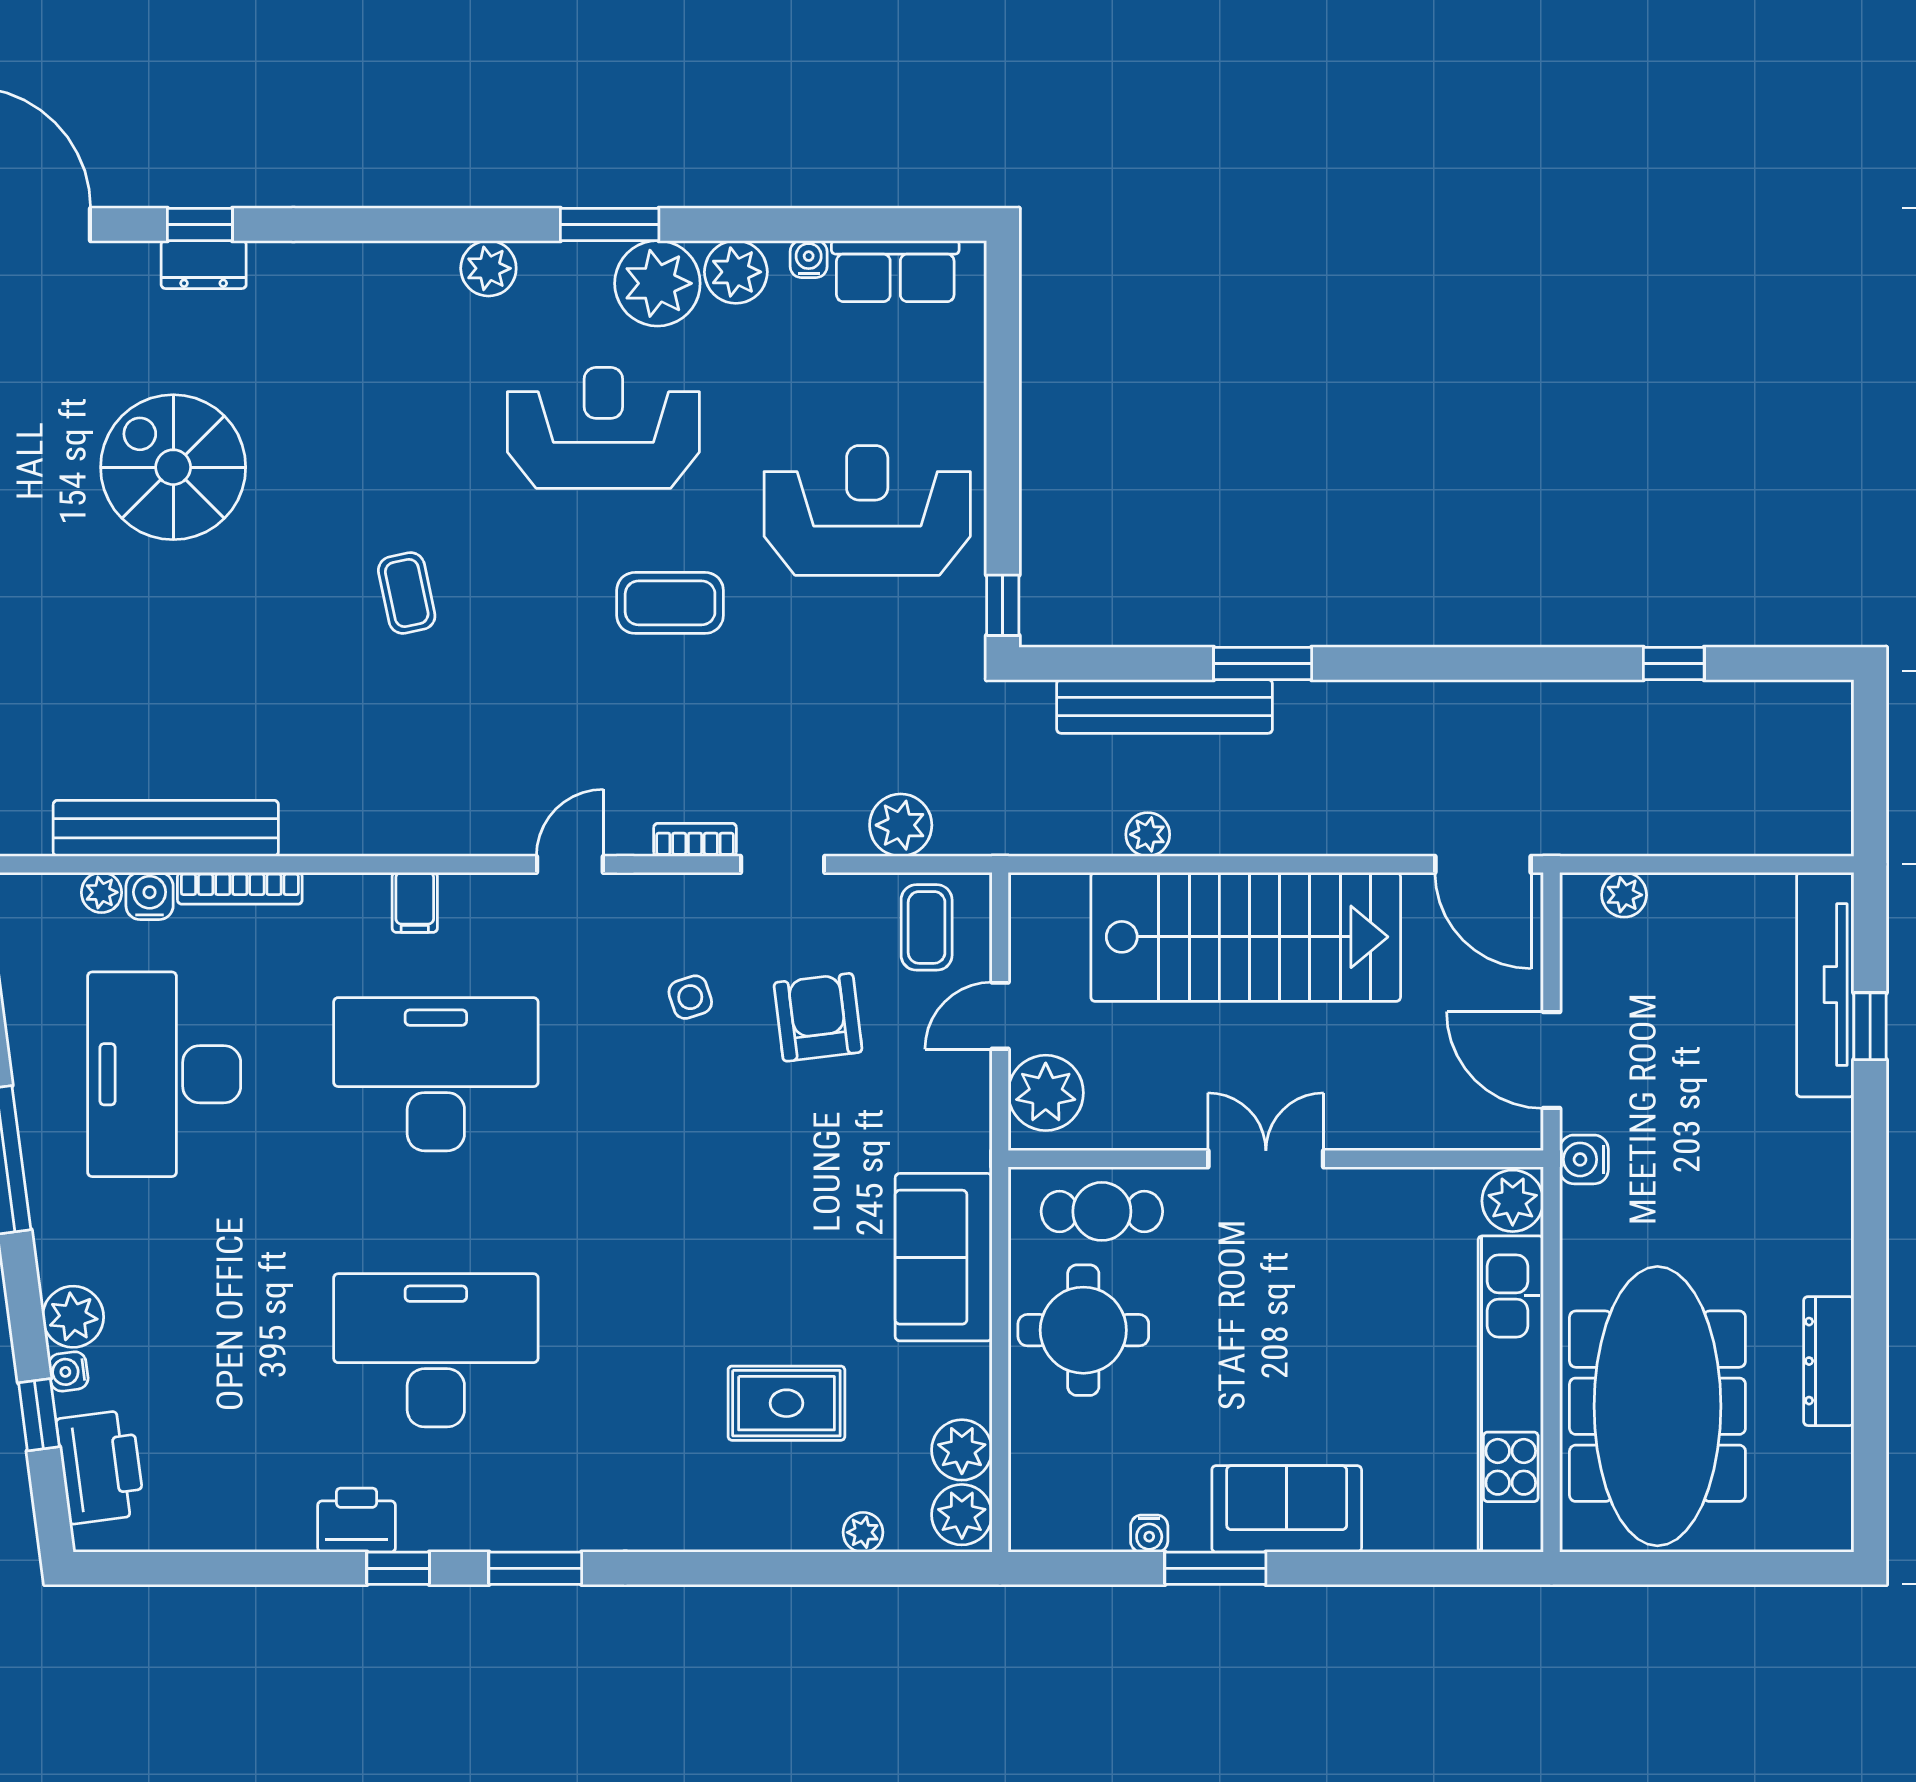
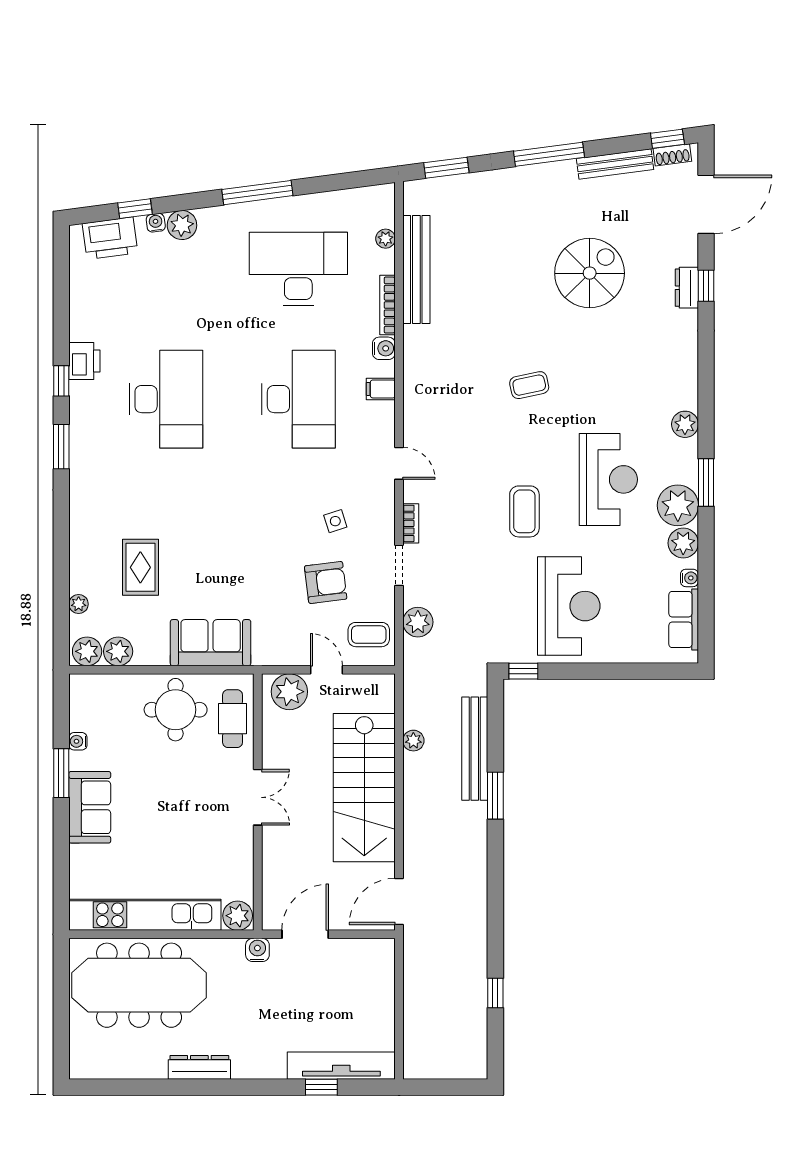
plant: (1624, 895) -> (384, 969), removed
water cooler: (150, 896) -> (384, 348), moved
dresser: (1829, 1361) -> (199, 1067), moved

